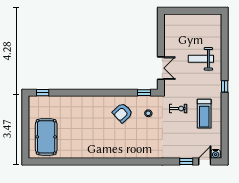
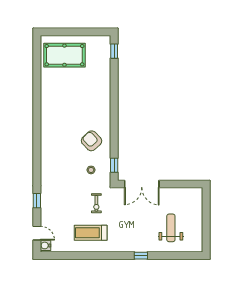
weight bench: (201, 59) -> (171, 228), moved
double door: (161, 68) -> (142, 184), width x1.37
window: (225, 86) -> (141, 256), moved
window: (186, 161) -> (37, 201), moved

